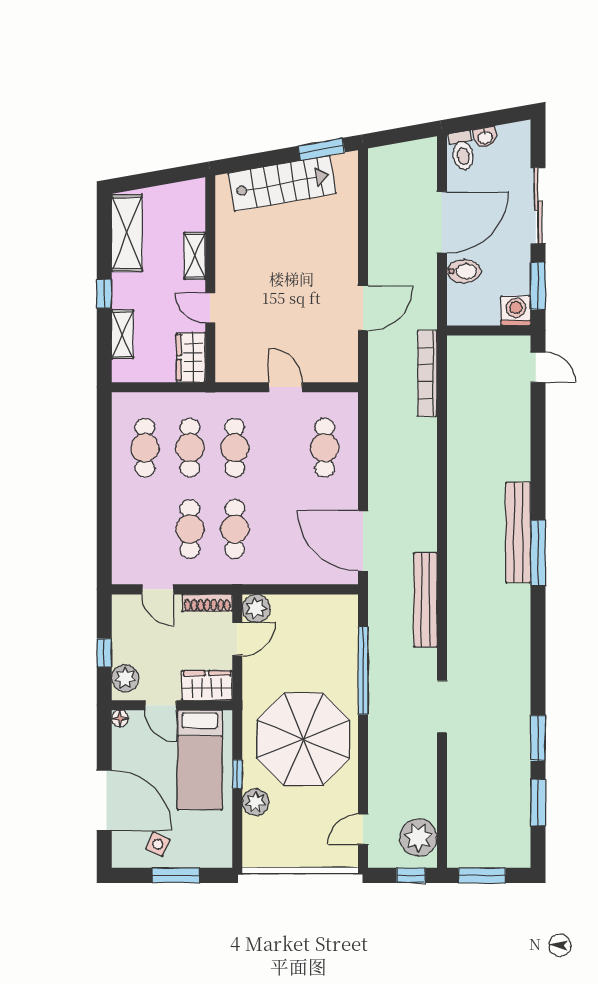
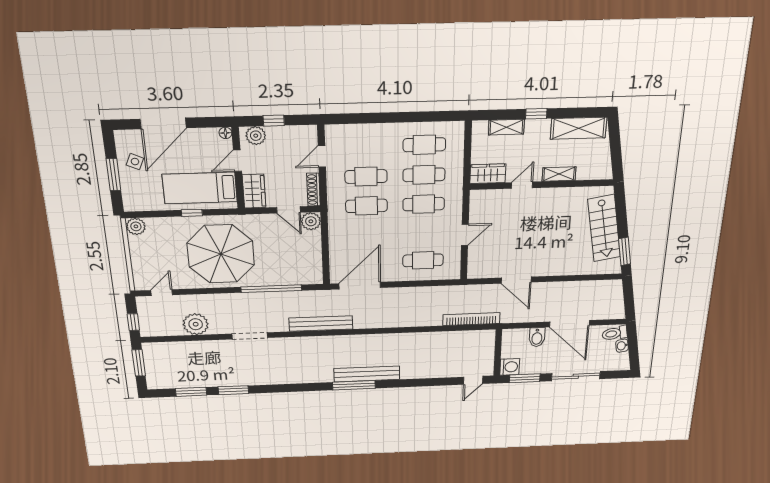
plant: (256, 802) -> (136, 226), moved
door: (363, 829) -> (162, 293), hinge flipped
plant: (418, 837) -> (196, 324), moved

